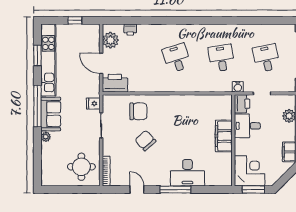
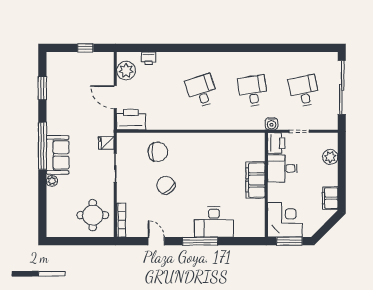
kitchen unit: (48, 60) -> (55, 93), removed

